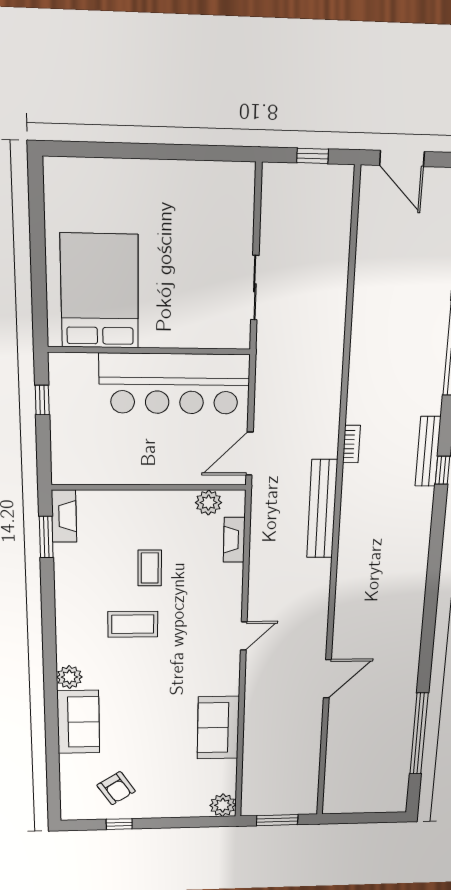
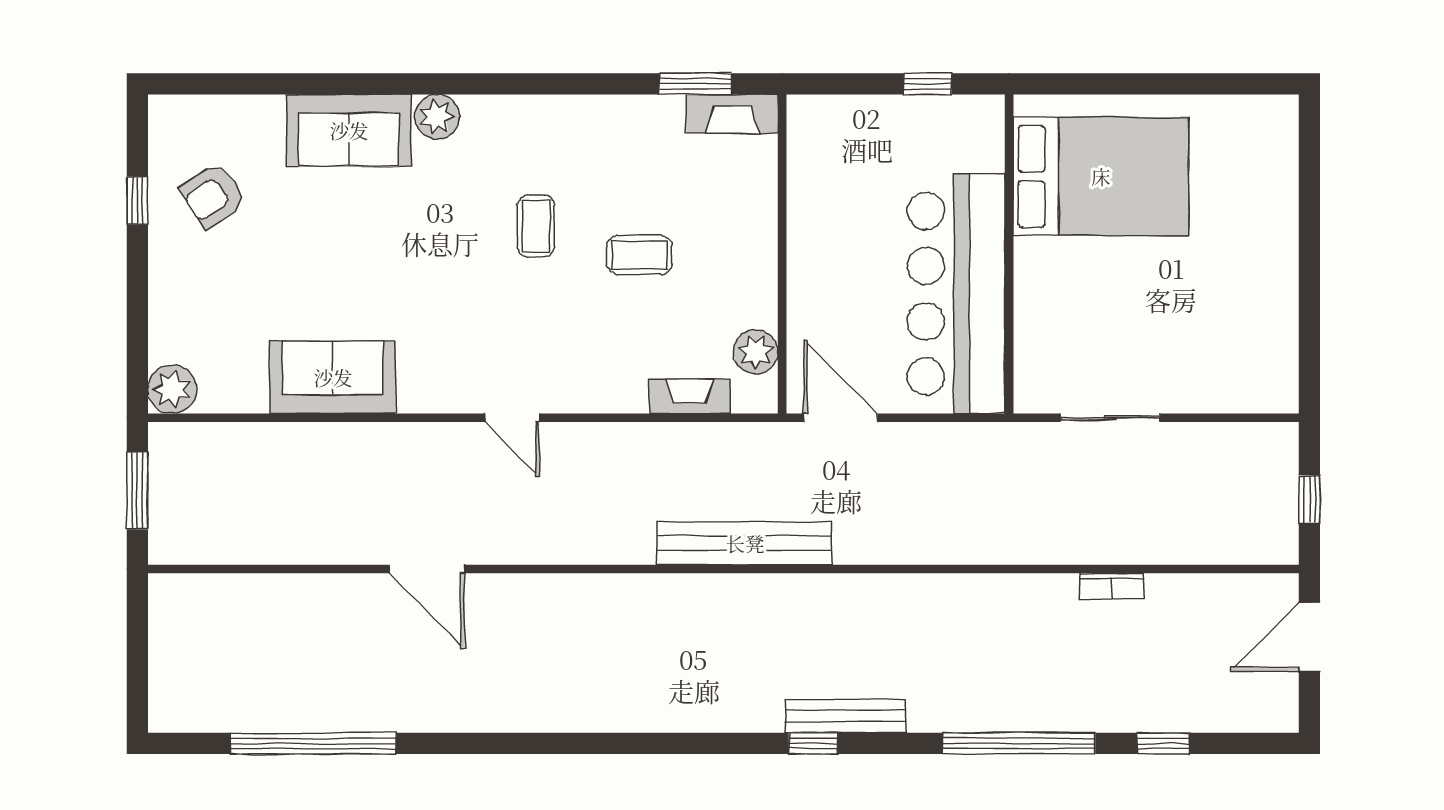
bookcase: (351, 444) -> (1112, 586), moved
coffee table: (133, 624) -> (536, 226), width x0.73, depth x0.77

